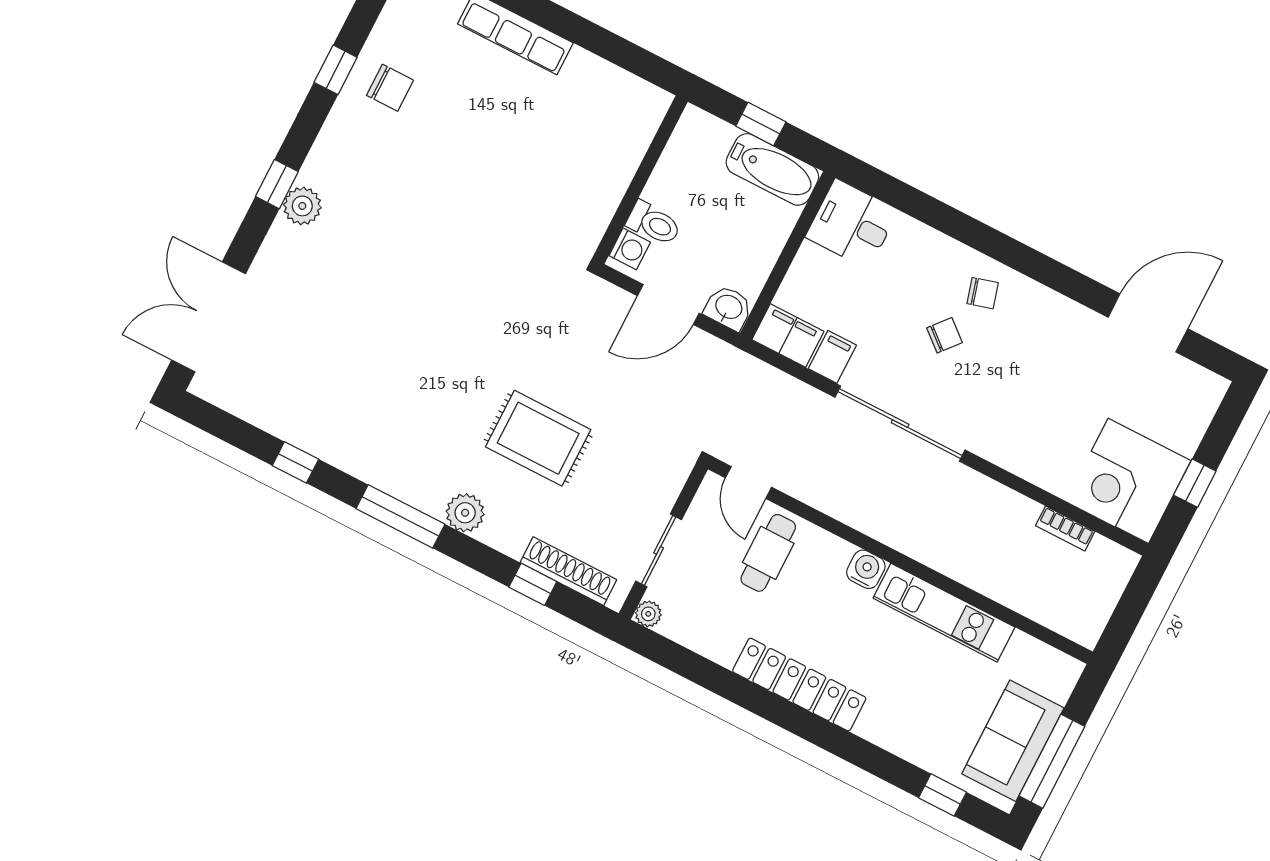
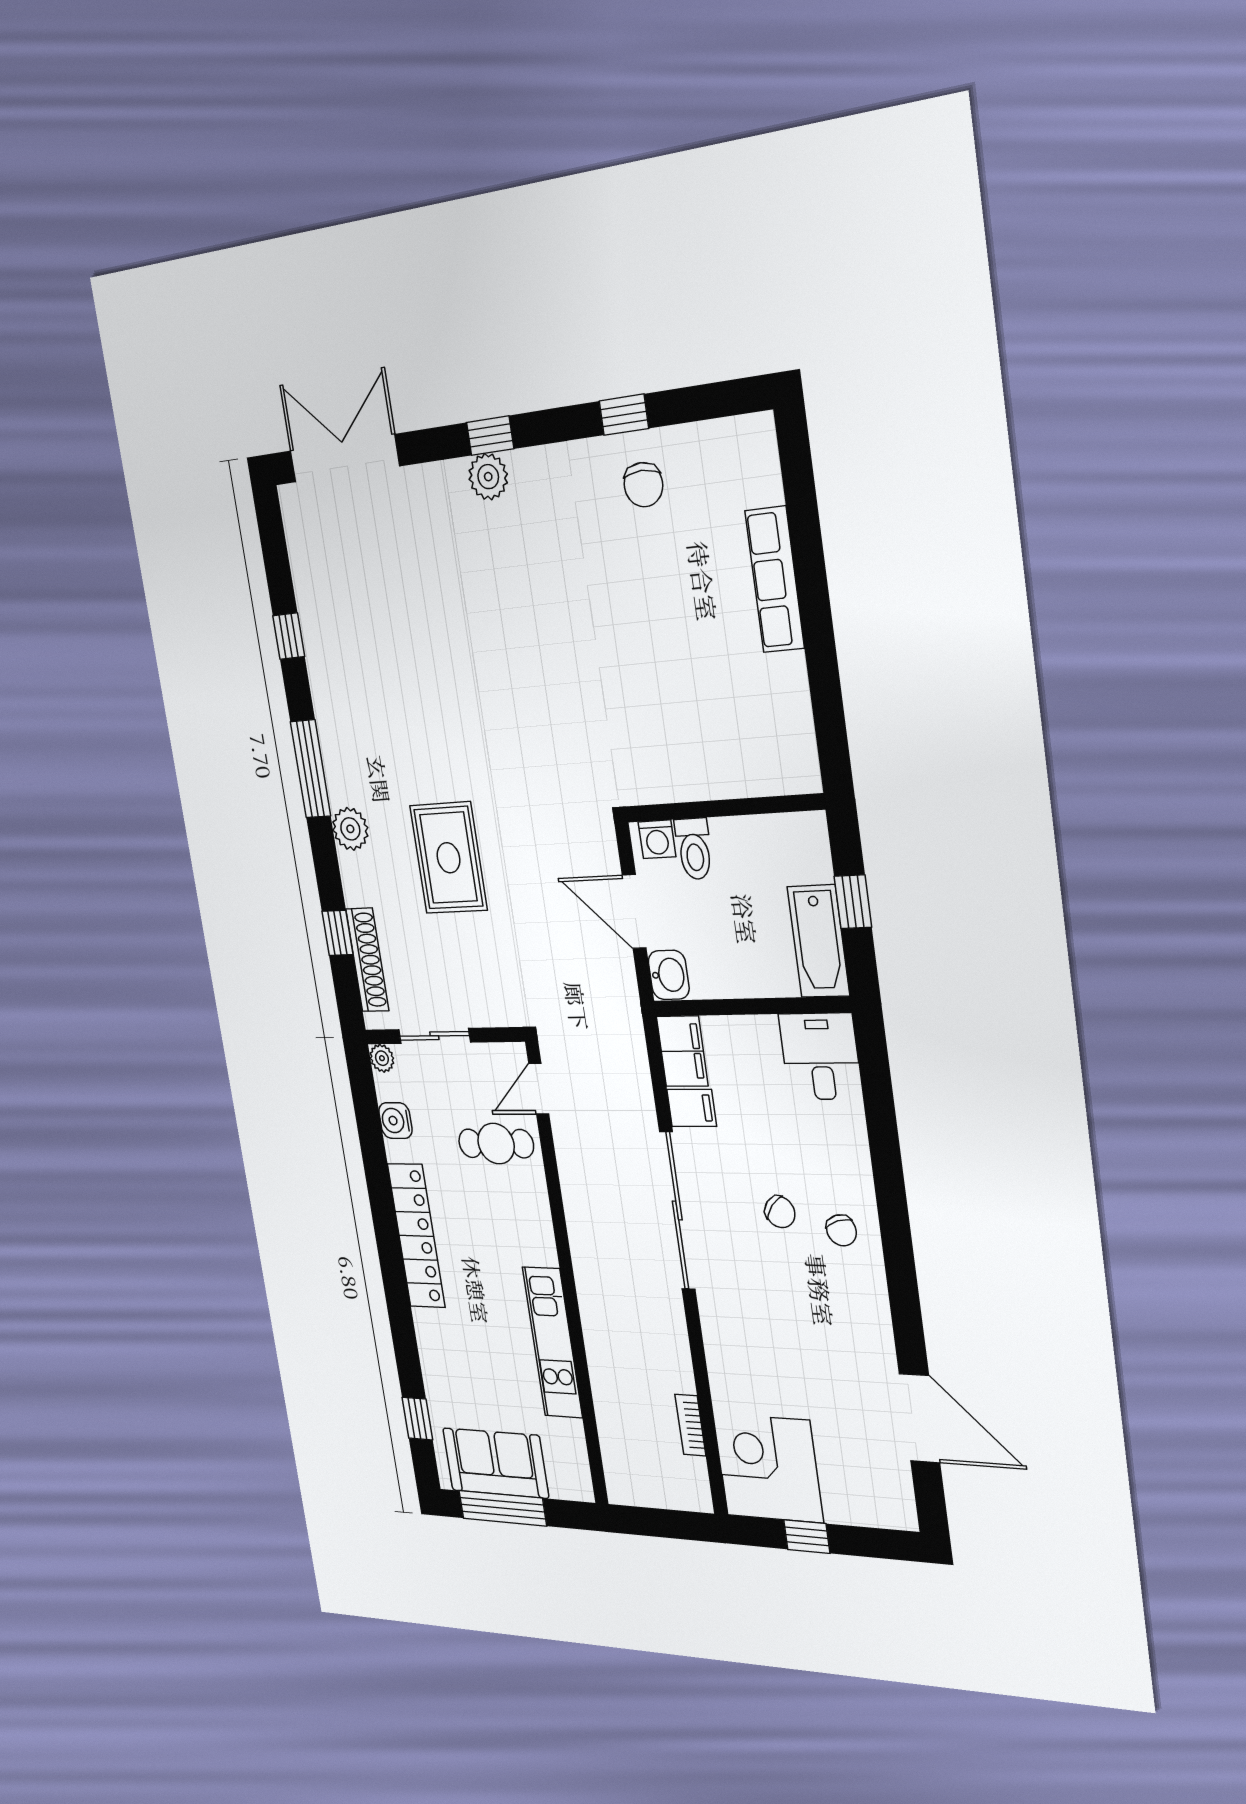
water cooler: (866, 569) -> (395, 1121), moved, turned 180

